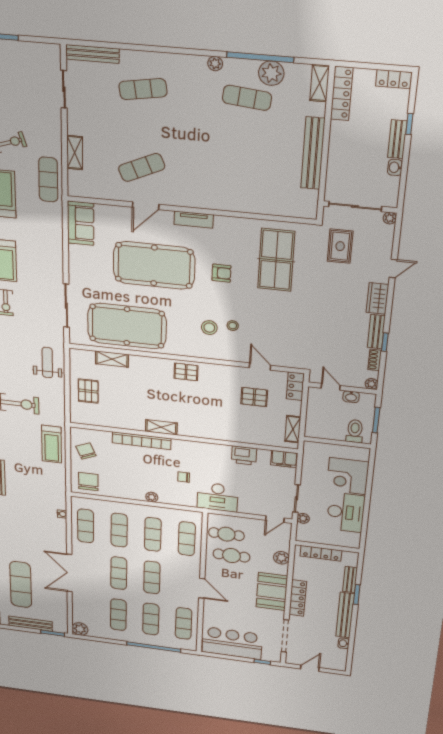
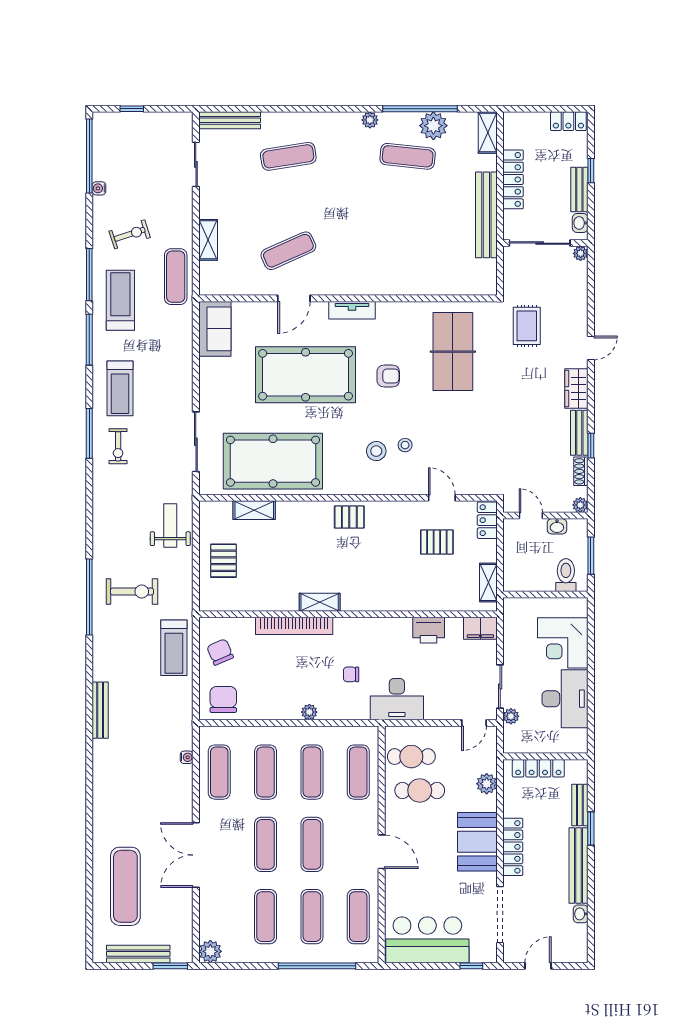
locker: (342, 93) -> (513, 179), moved
sliding door: (355, 206) -> (540, 243), moved
wall: (360, 207) -> (545, 243), moved
plant: (390, 218) -> (581, 253), moved

